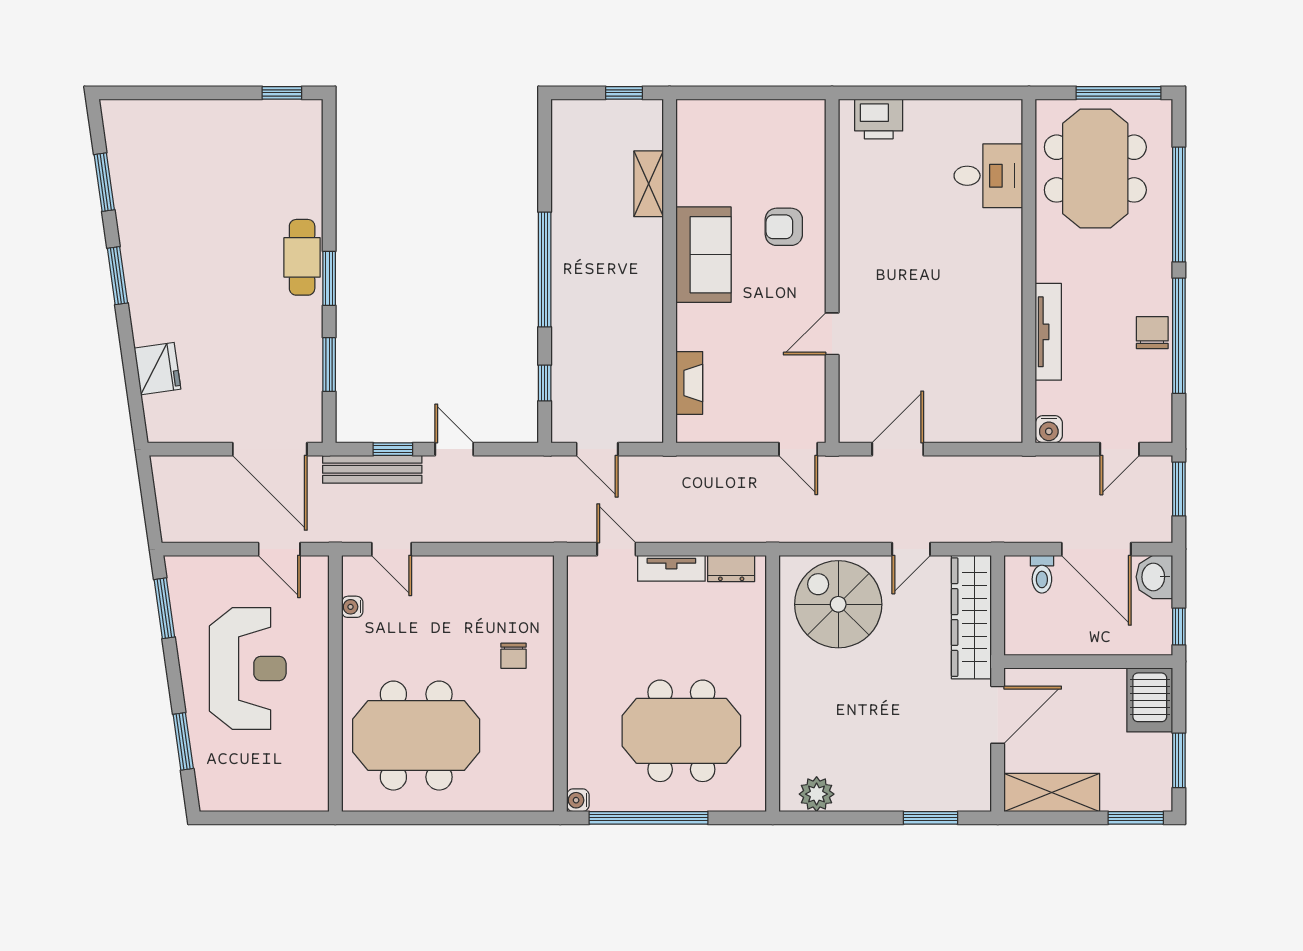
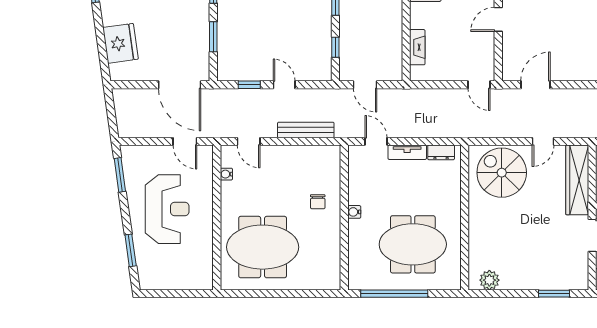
fridge: (157, 369) -> (120, 43), width x1.36, depth x1.34
bench: (372, 469) -> (306, 130), moved
water cooler: (578, 800) -> (354, 212), moved

